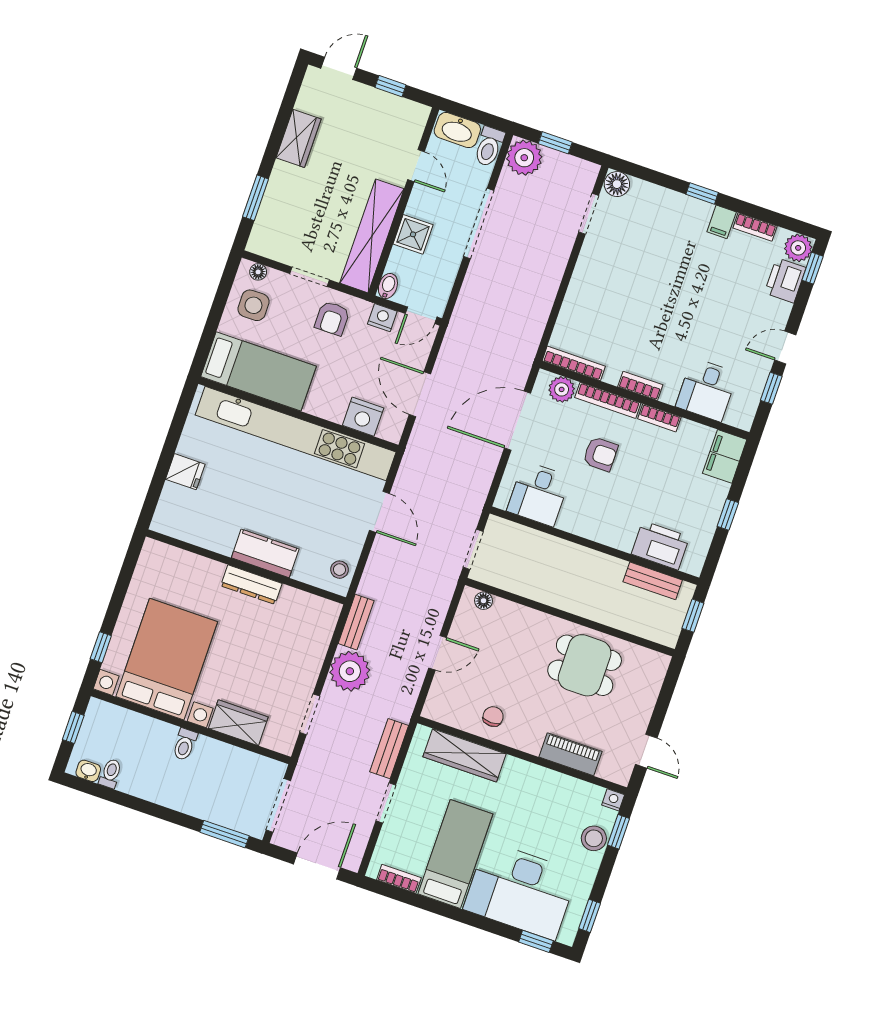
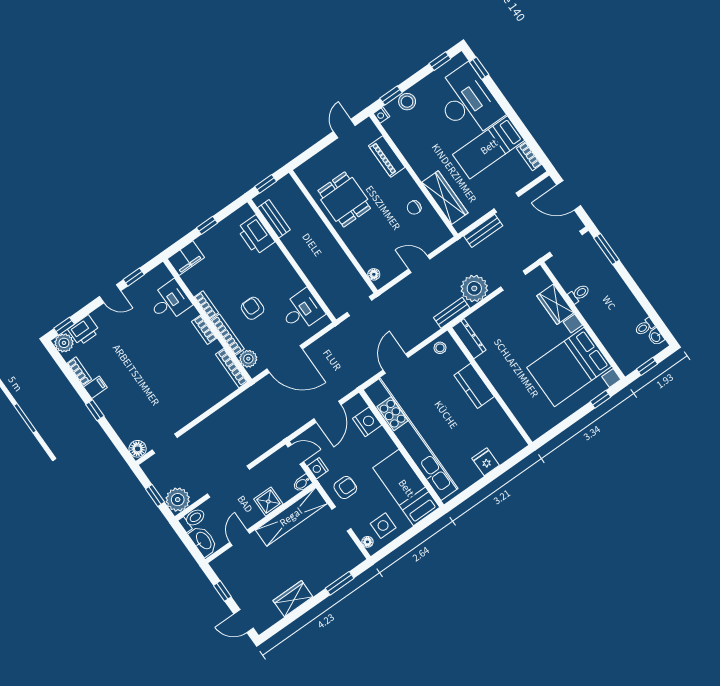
dresser: (251, 585) -> (469, 339), moved
toilet: (185, 744) -> (579, 294), moved

